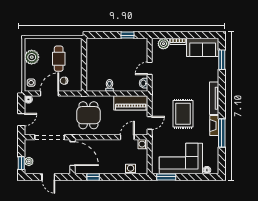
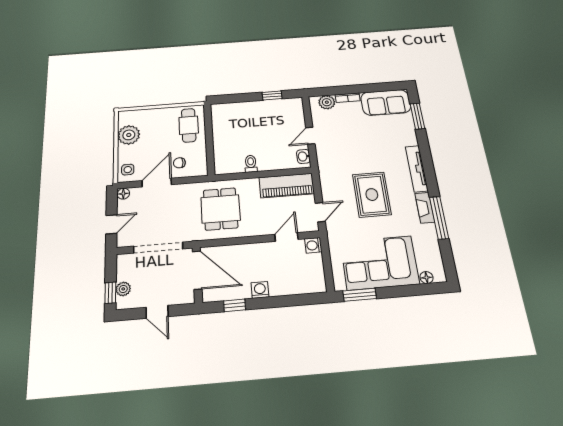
cafe table: (59, 59) -> (189, 125), moved
washing machine: (131, 169) -> (260, 290), moved

